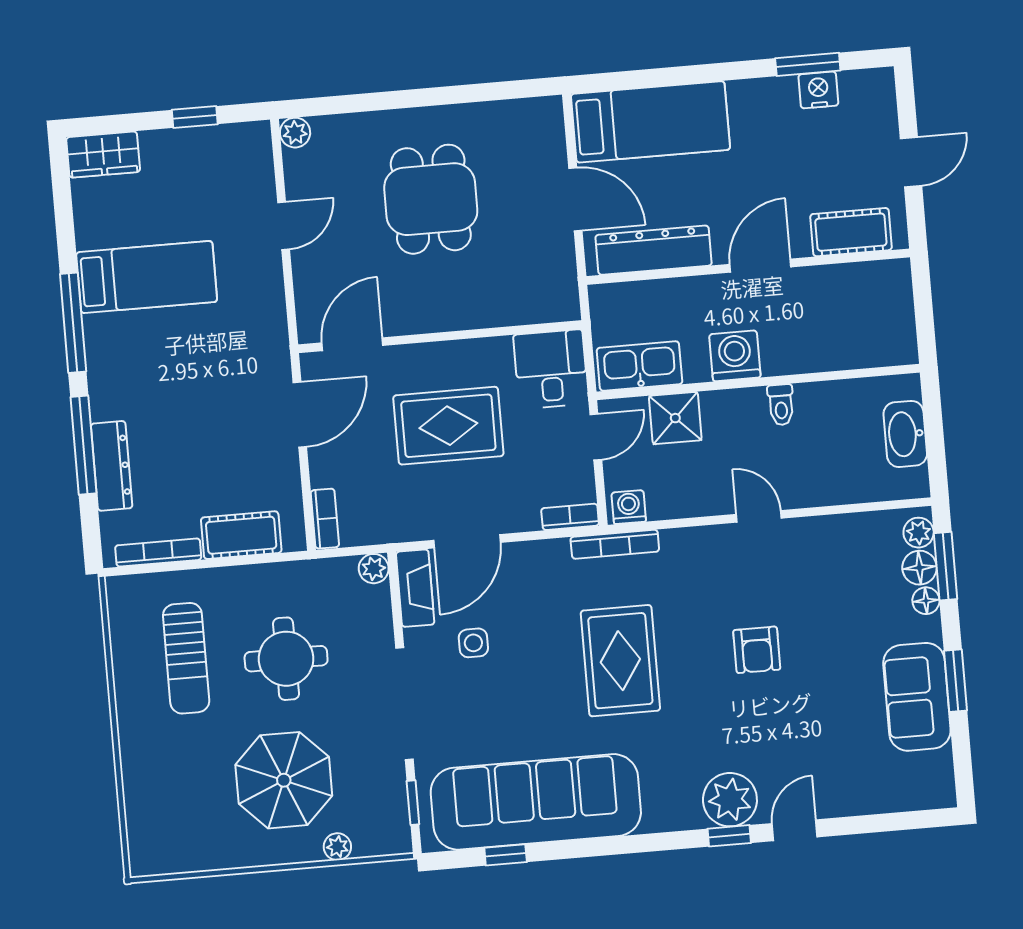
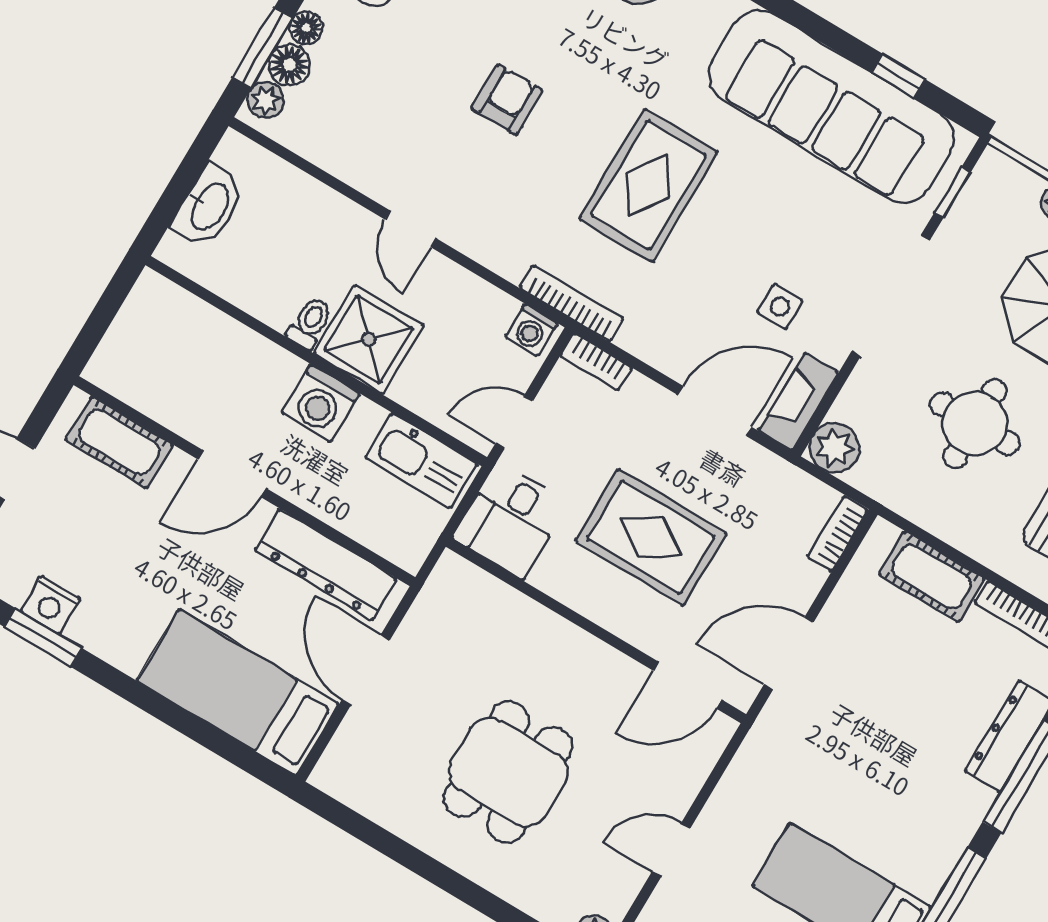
shower: (675, 418) -> (369, 339), moved, width x1.36, depth x1.36
plant: (374, 569) -> (834, 448), width x1.38, depth x1.38

